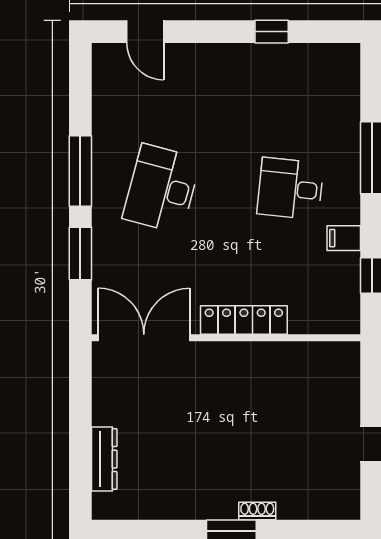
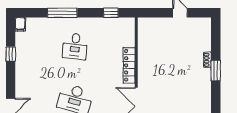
filing cabinet: (344, 238) -> (20, 24), moved

